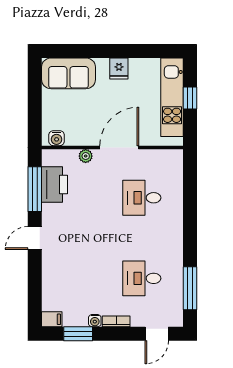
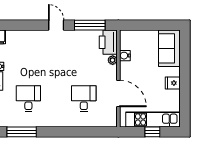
water cooler: (57, 138) -> (125, 56), moved
door: (119, 148) -> (118, 93), moved
printer: (55, 184) -> (108, 42), moved, turned 90

